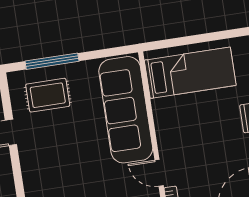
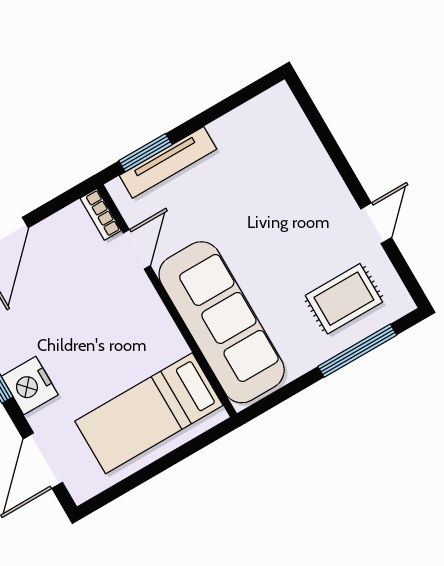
door: (159, 173) -> (137, 249), hinge flipped

